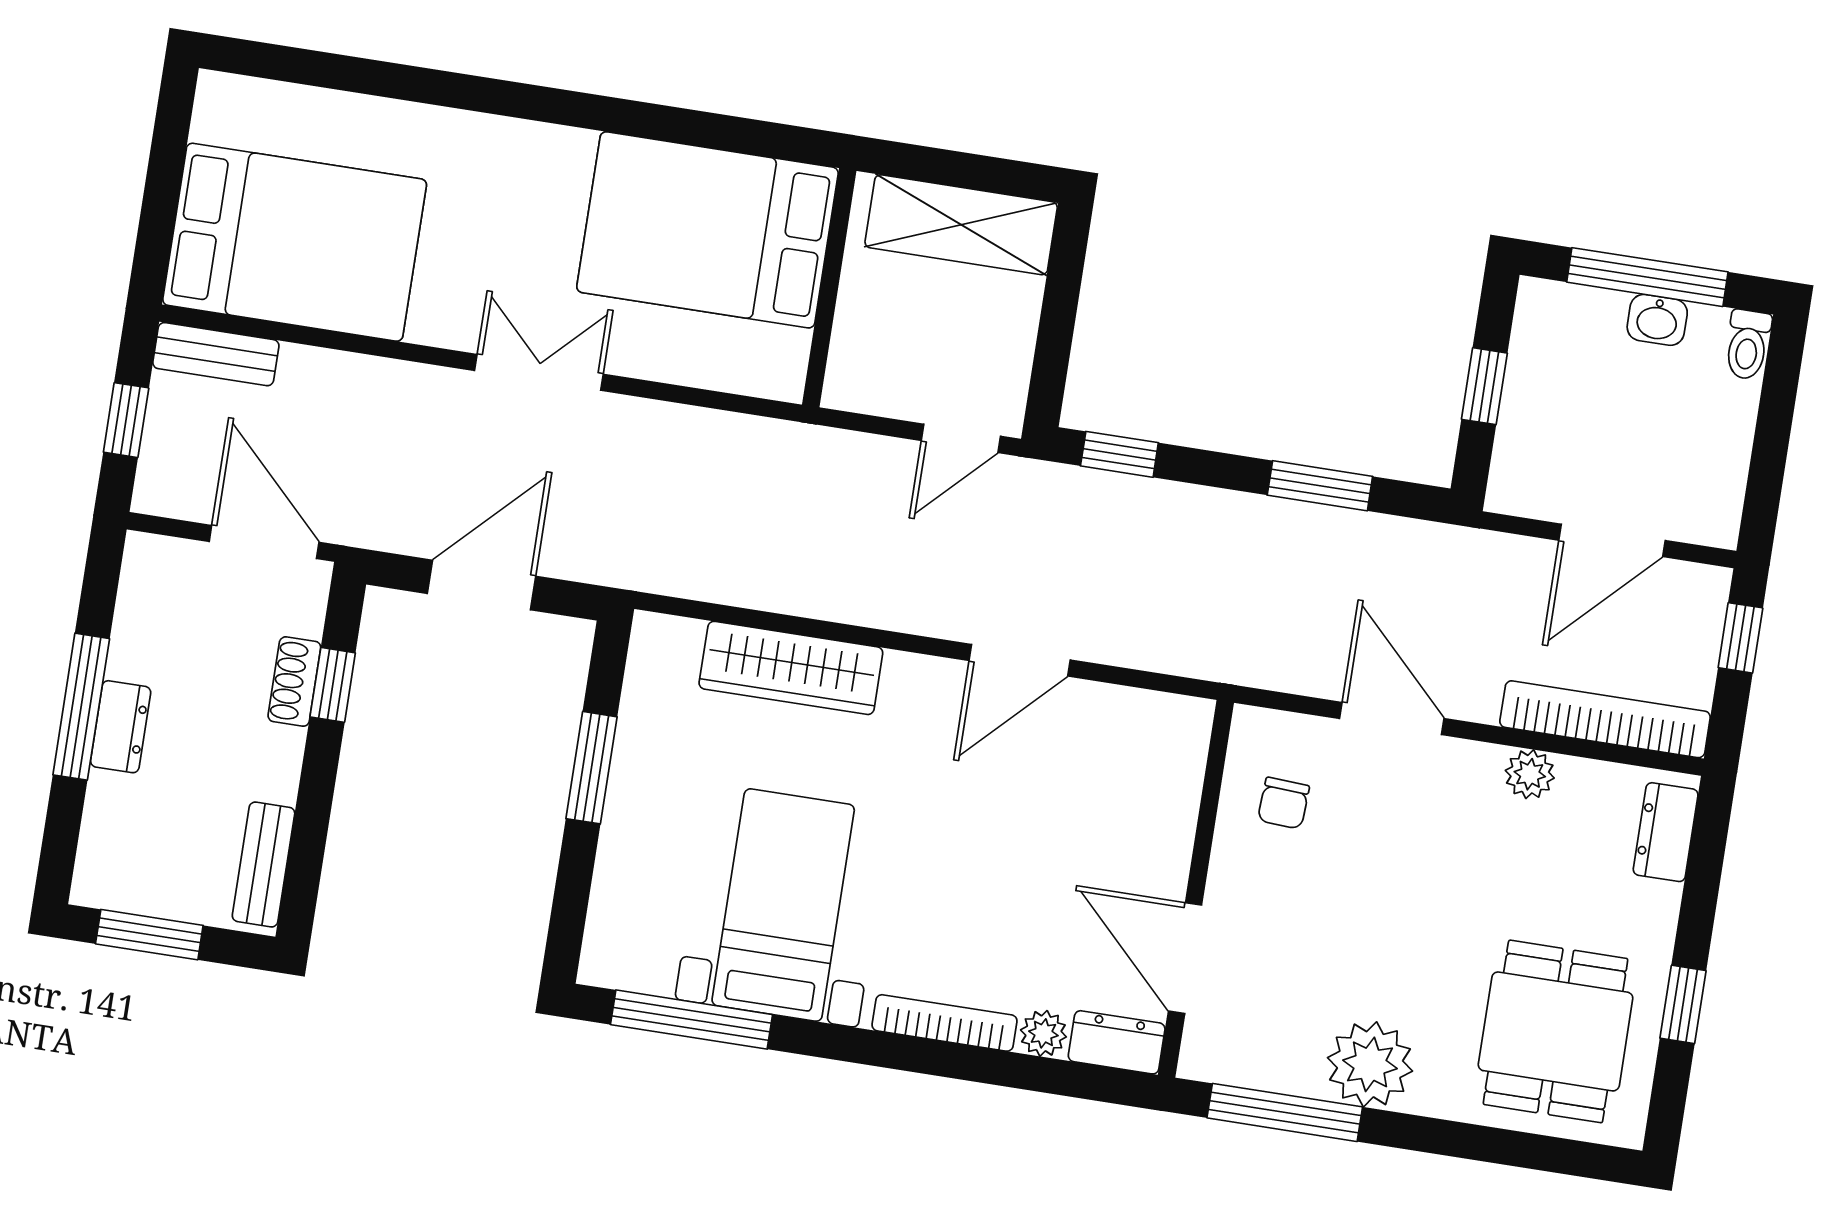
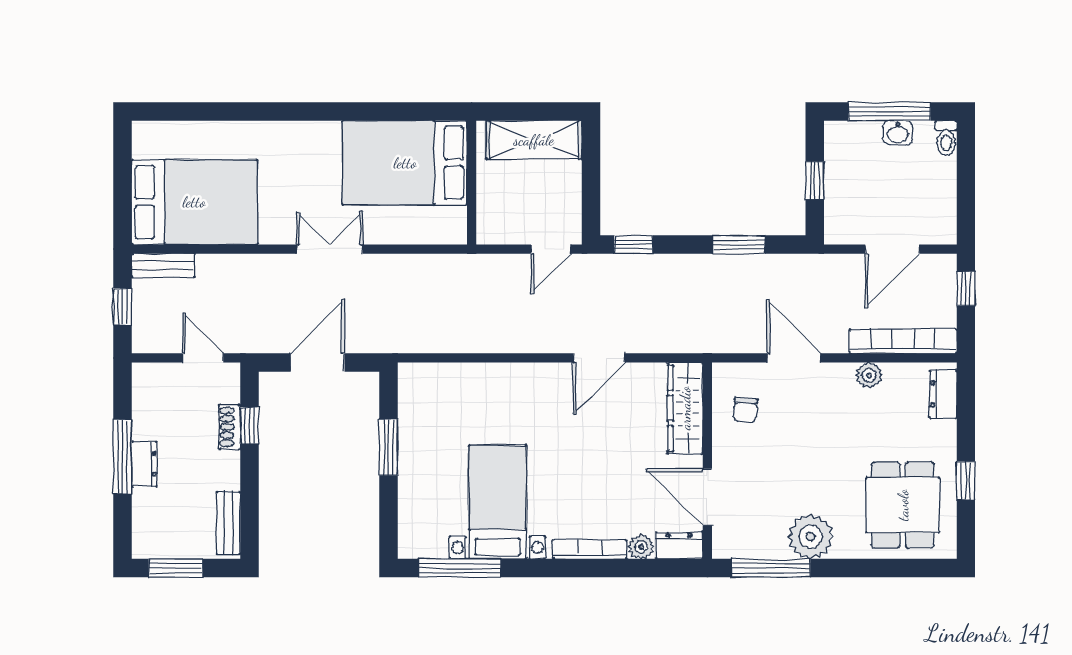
door: (264, 542) -> (203, 358), width x0.73
wardrobe: (791, 668) -> (685, 408), moved, turned 90

